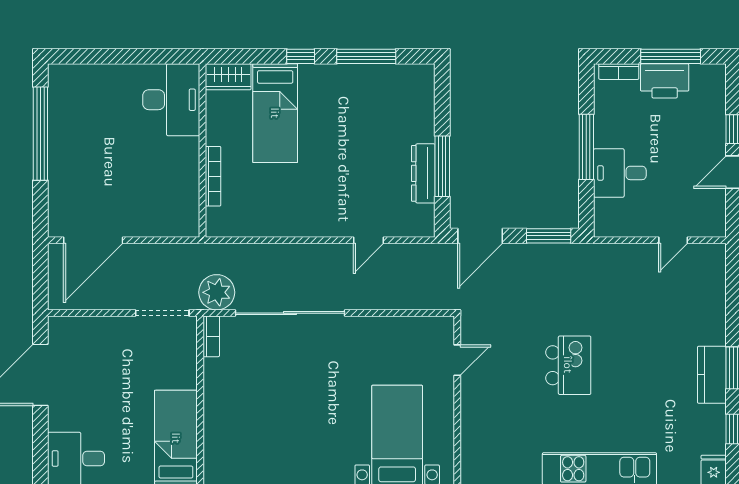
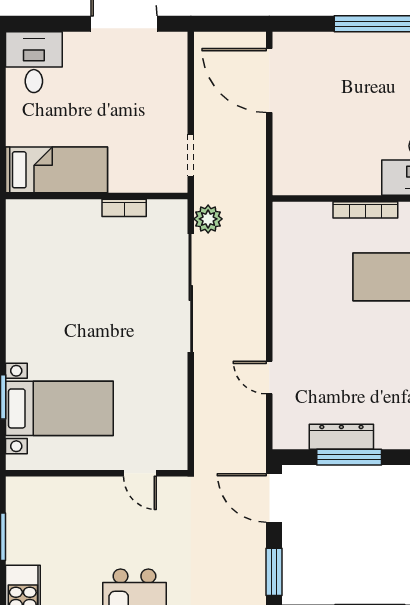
bookcase: (213, 176) -> (365, 210), moved
plant: (217, 292) -> (208, 219), width x0.73, depth x0.73
doorway: (162, 313) -> (191, 155), width x0.73
bookcase: (211, 336) -> (124, 208), moved

